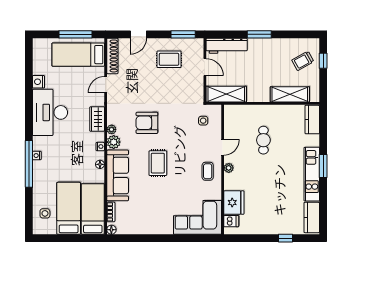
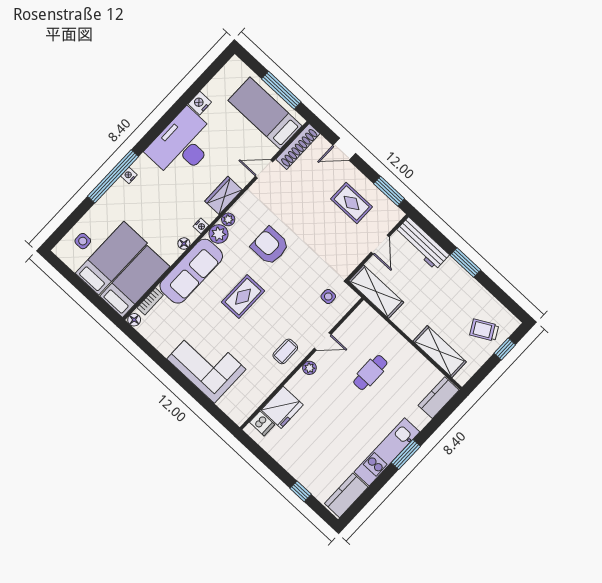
corner sofa: (197, 217) -> (206, 364), moved

